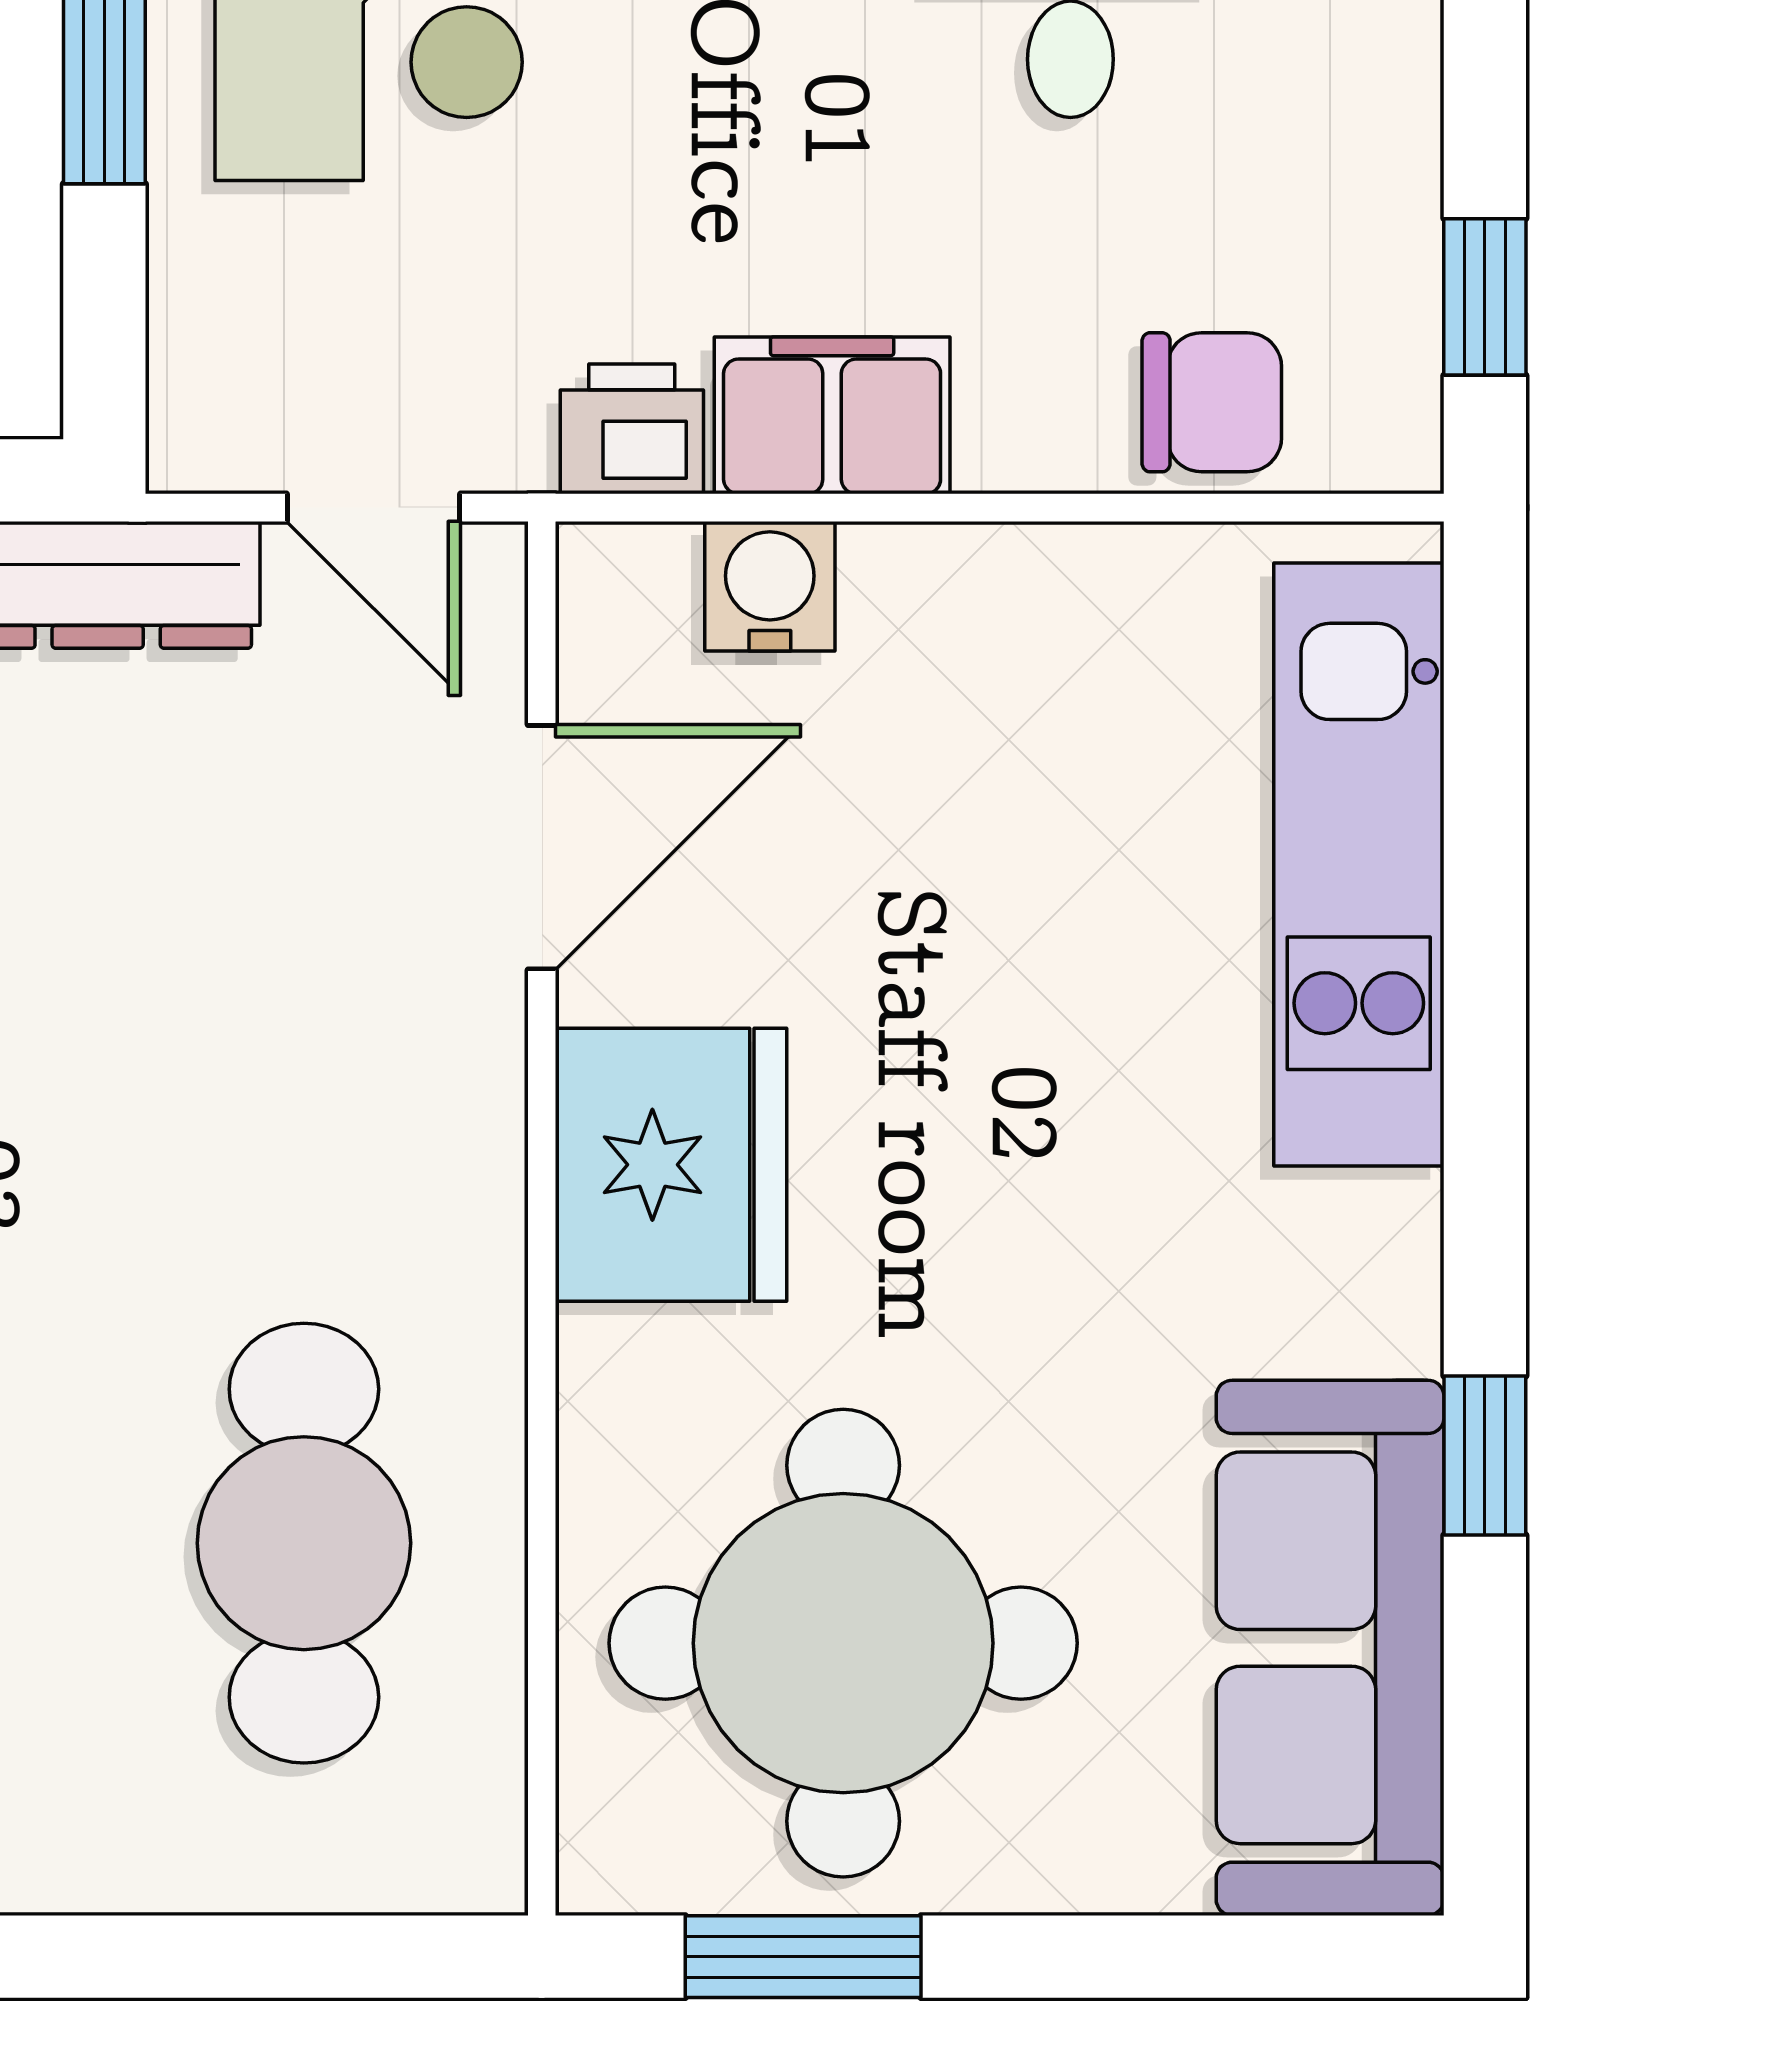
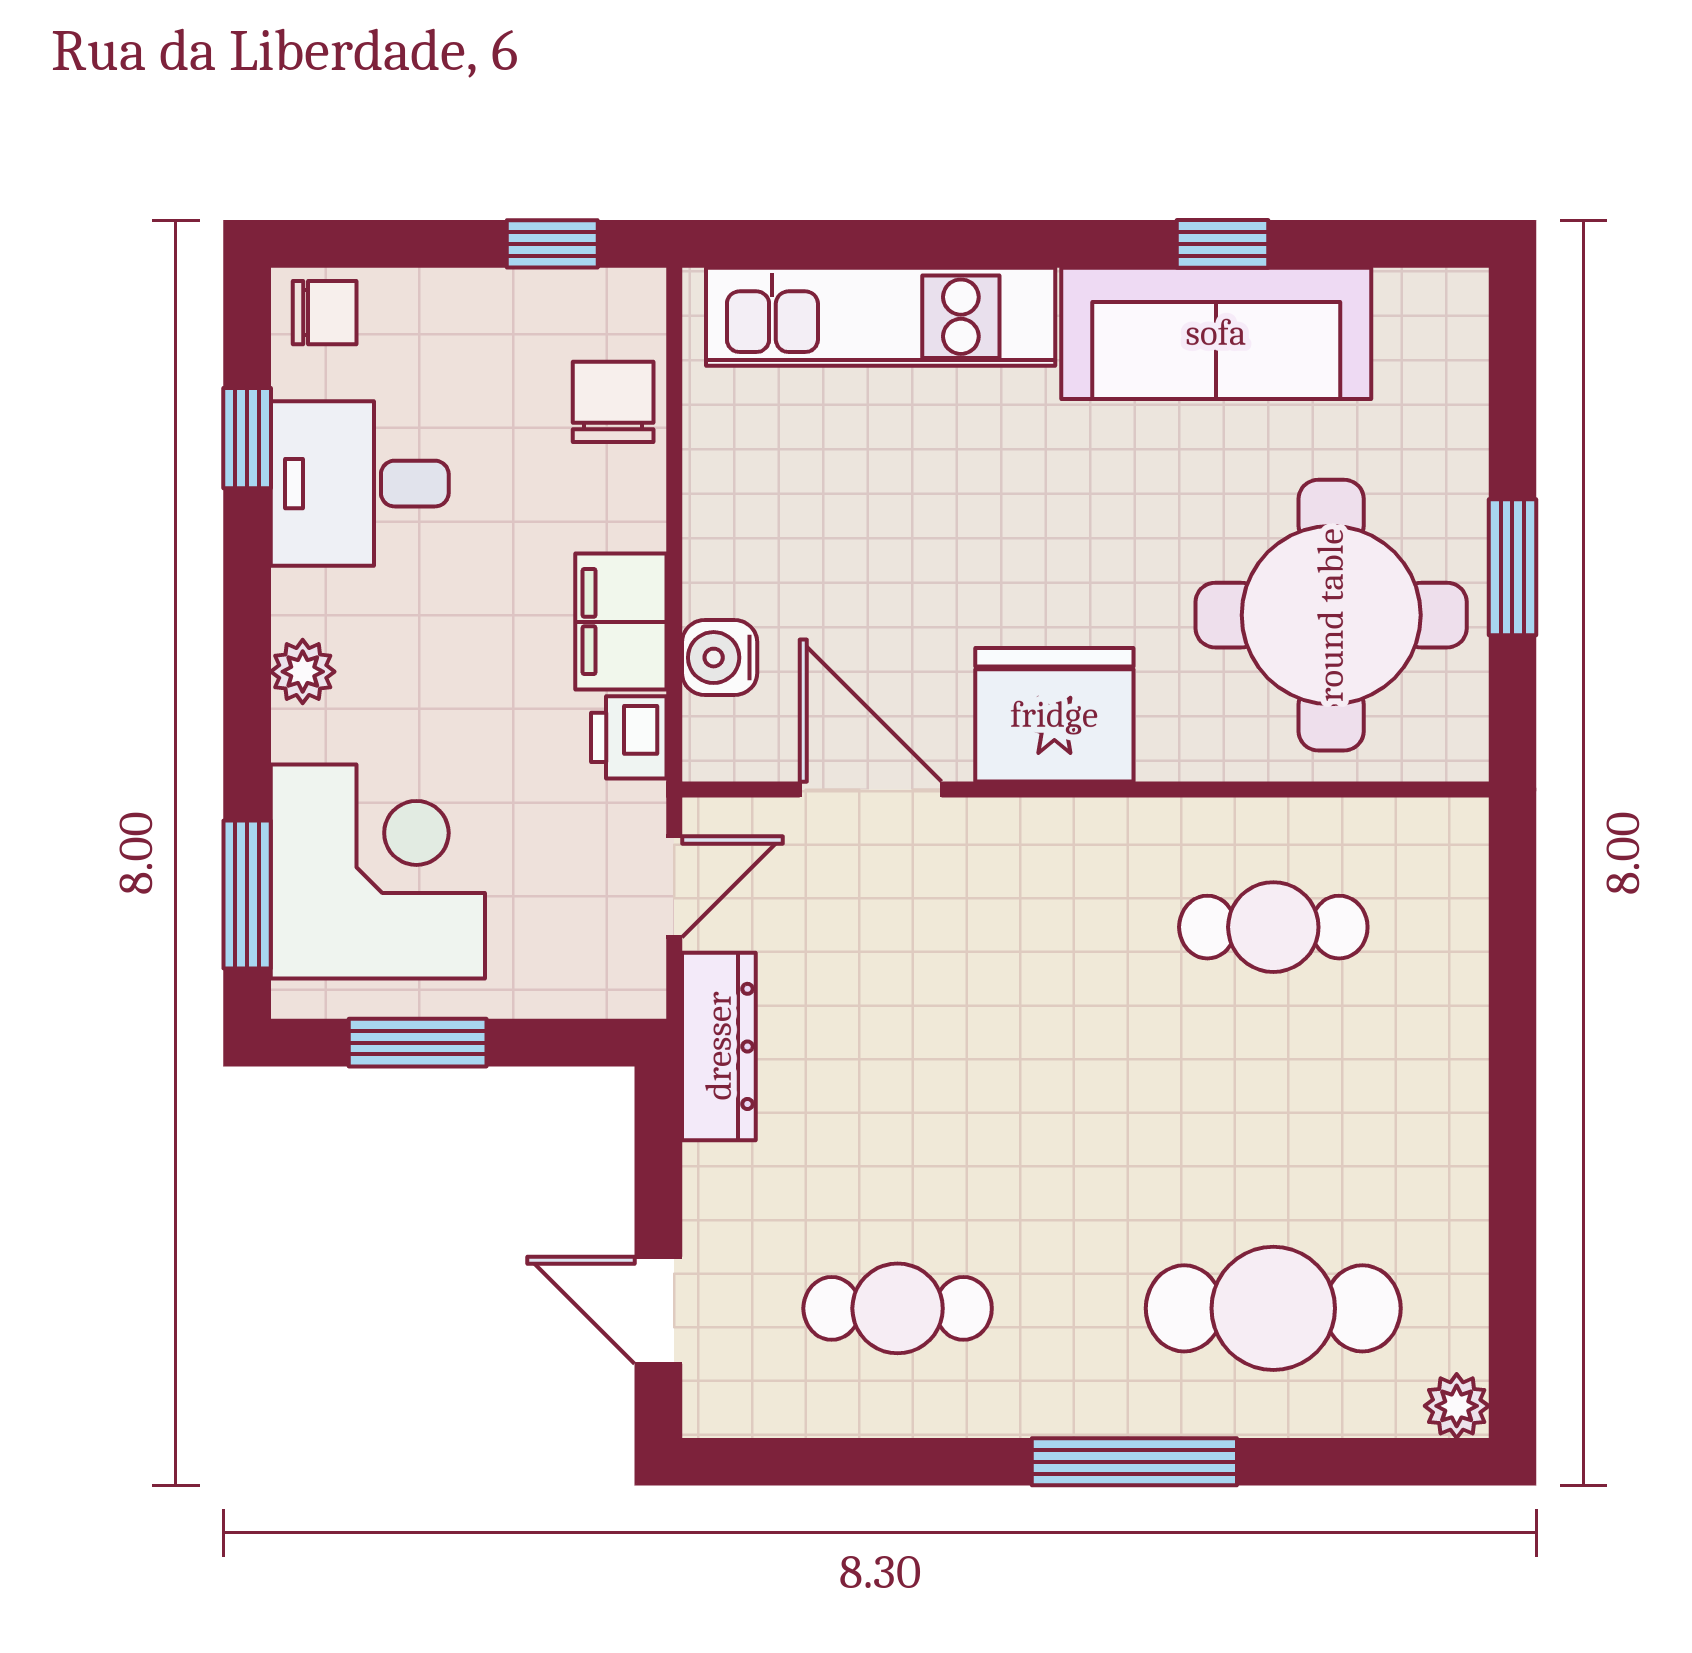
cafe table: (304, 1543) -> (1273, 927), width x0.73, depth x0.74
sofa: (1330, 1648) -> (1216, 333), moved
window: (803, 1957) -> (1512, 567), moved

